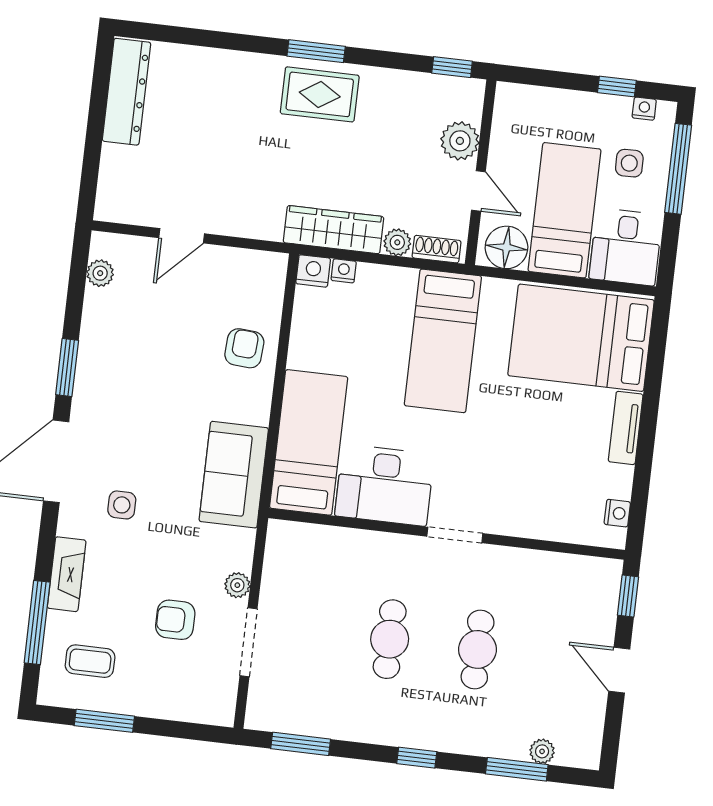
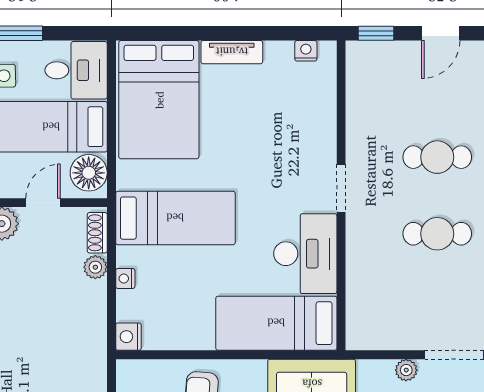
wardrobe: (333, 230) -> (91, 323), removed
nightstand: (344, 271) -> (125, 279), moved

